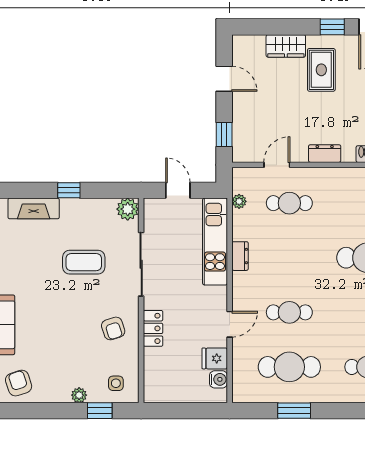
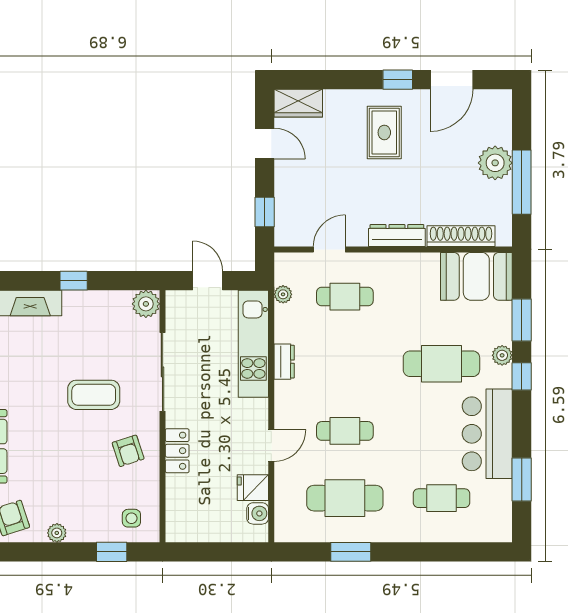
wardrobe: (286, 46) -> (298, 103), moved
dresser: (325, 154) -> (397, 236), width x1.44
coffee table: (84, 262) -> (94, 395), moved
plant: (79, 395) -> (57, 533), moved

